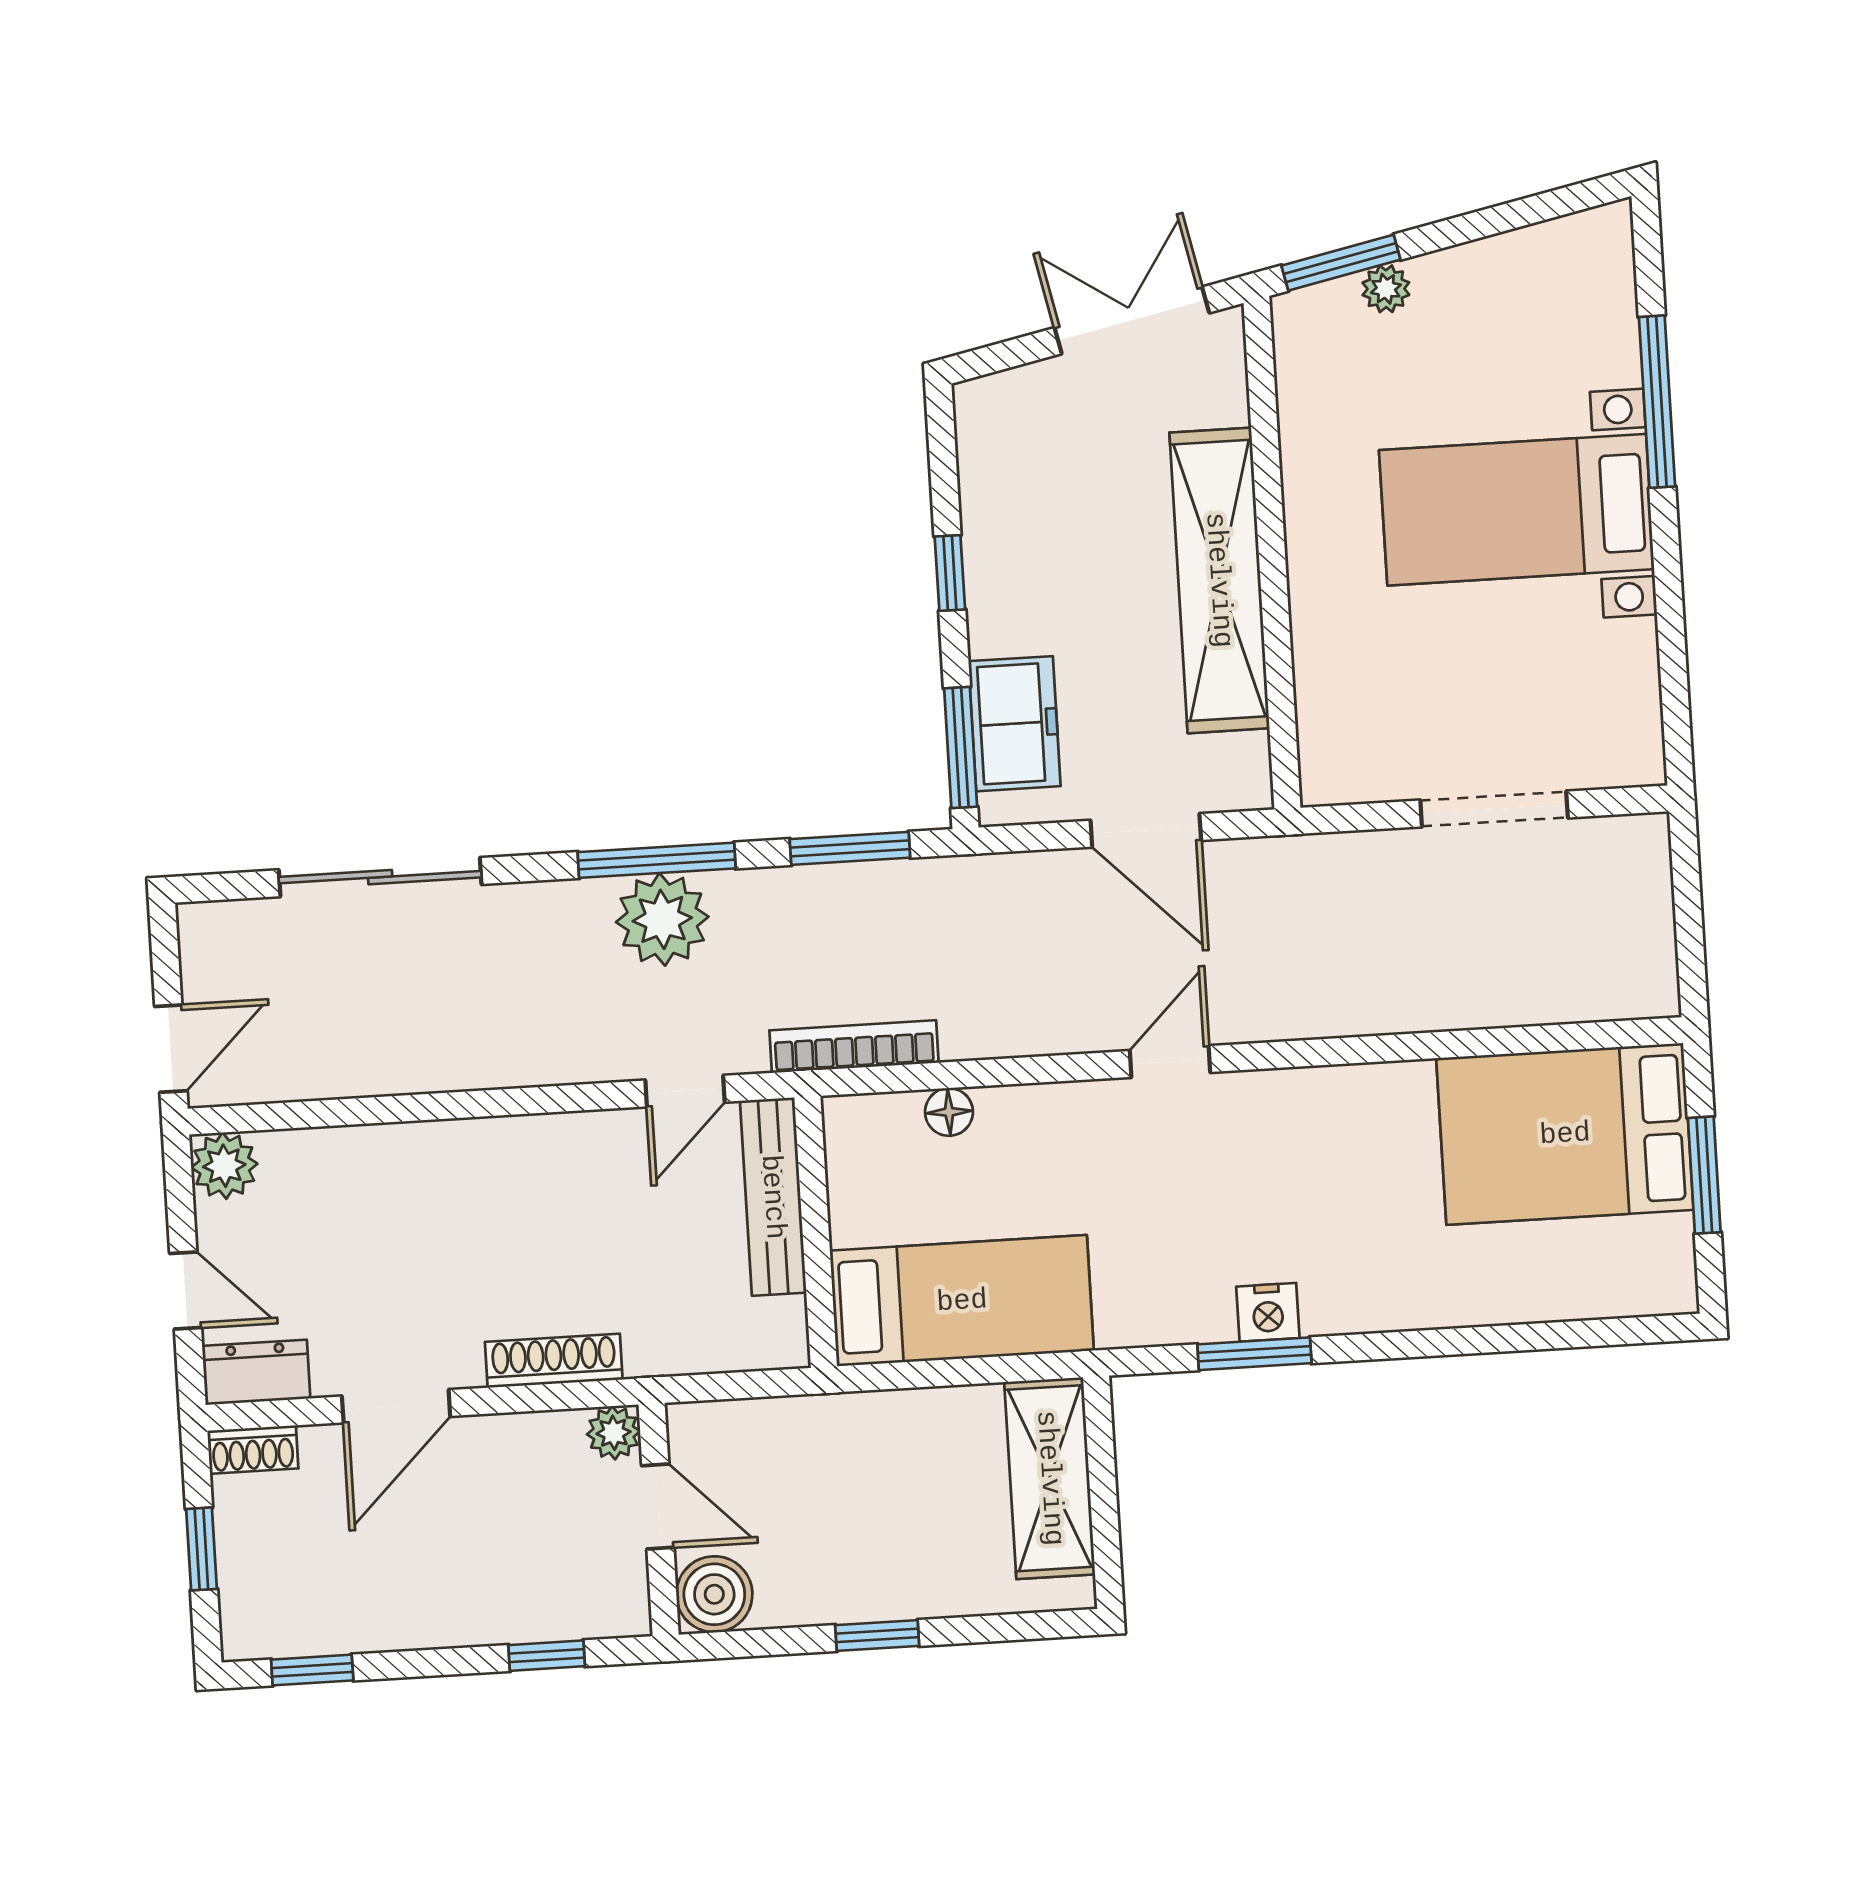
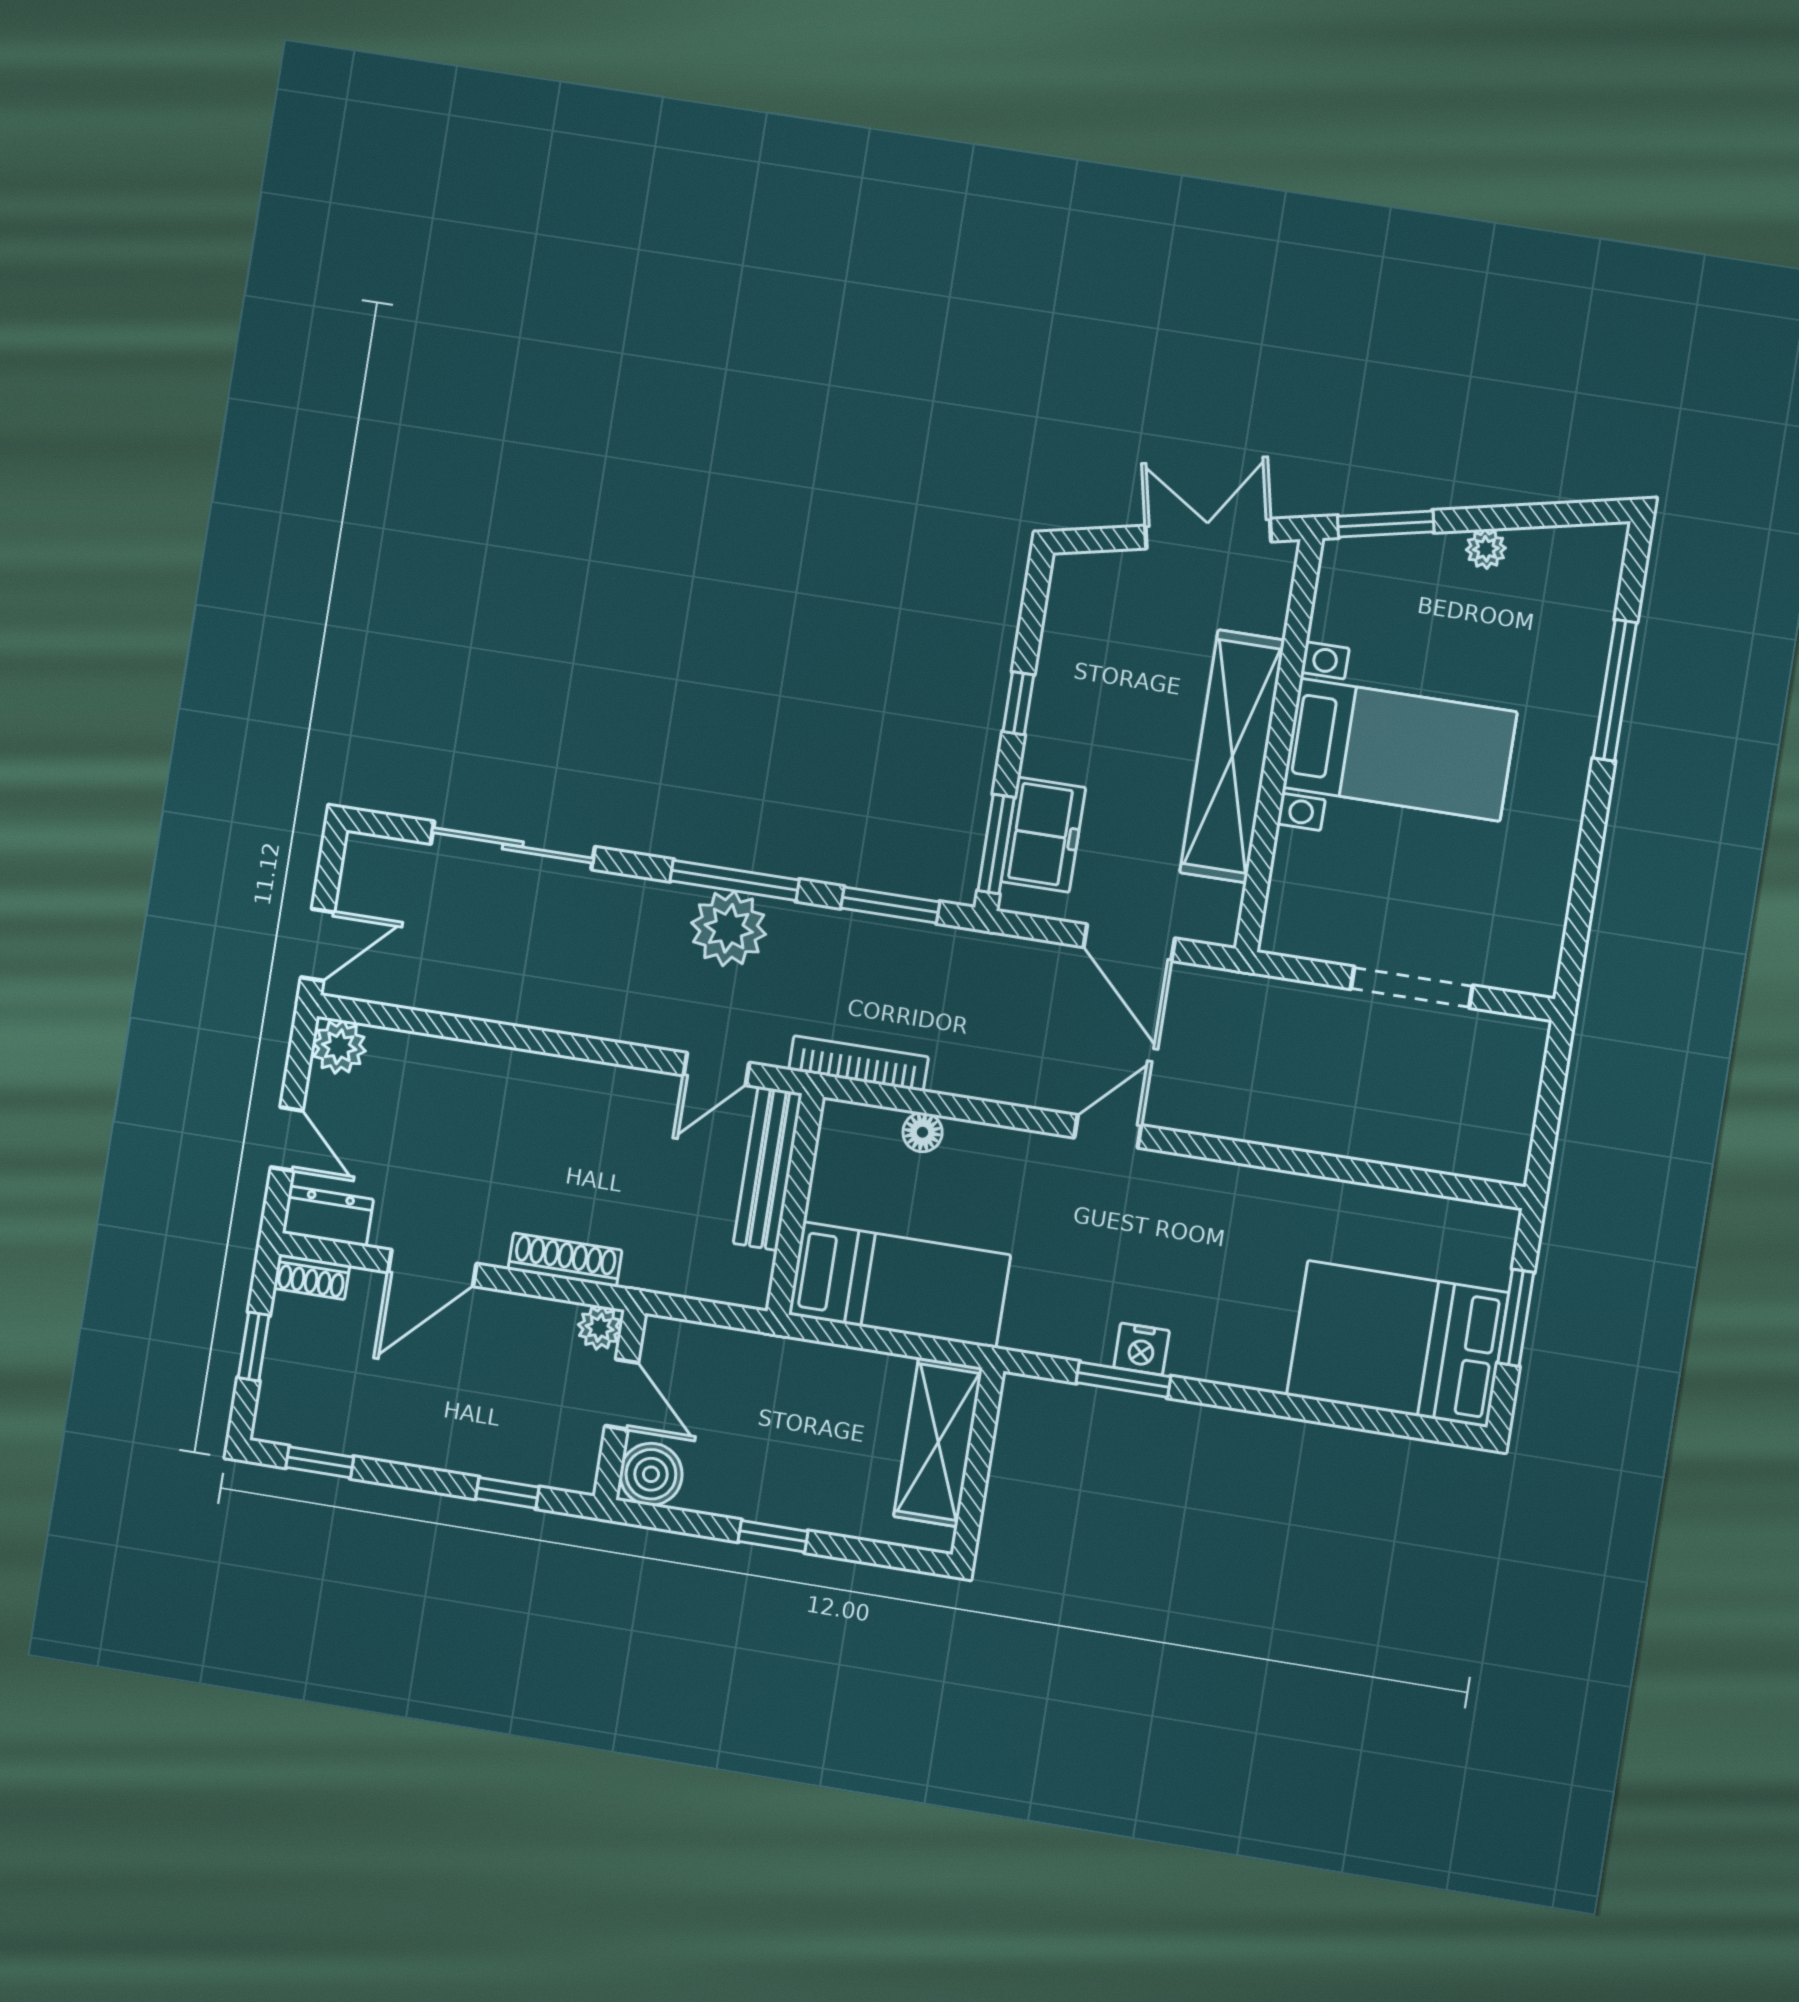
plant: (1386, 289) -> (1486, 549), moved
bed with nightstands: (1517, 510) -> (1400, 750), moved, turned 180
bed: (1565, 1134) -> (1398, 1344), moved

